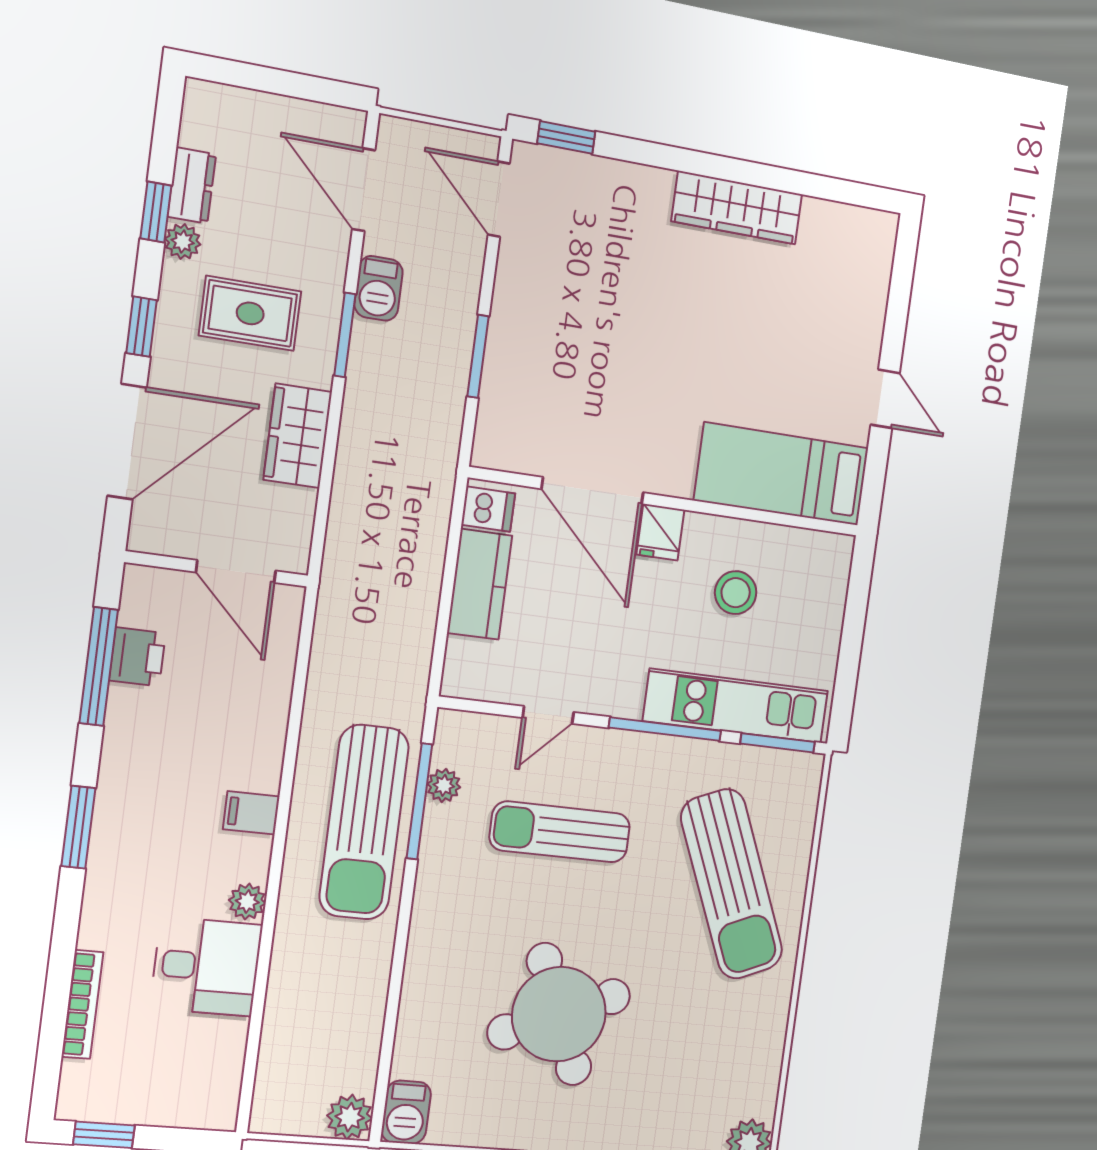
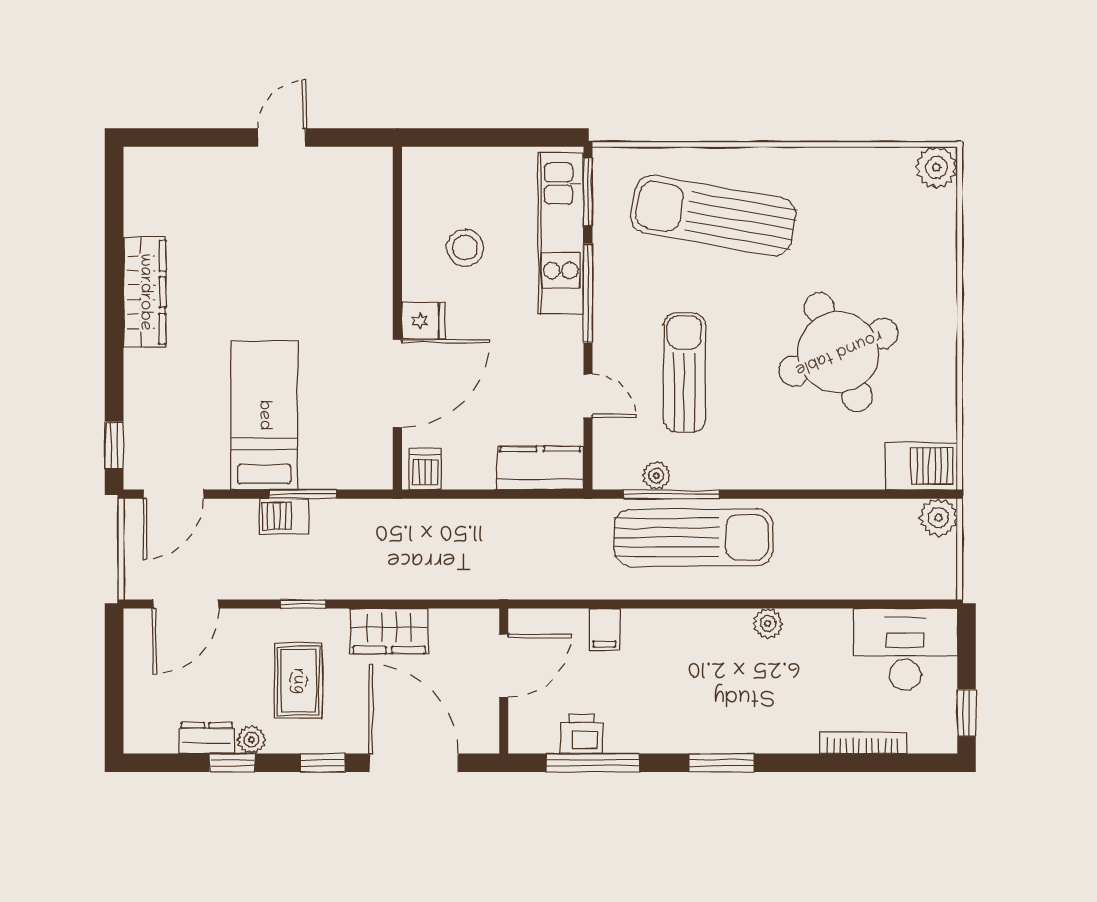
barbecue: (379, 288) -> (284, 516), moved, turned 180
window: (345, 335) -> (303, 604), width x0.67
bed: (782, 474) -> (264, 415), moved, turned 180
kitchen counter: (480, 584) -> (540, 468), moved
filing cabinet: (251, 813) -> (605, 629), moved
sun lounger: (560, 832) -> (684, 372), turned 180
sun lounger: (732, 884) -> (713, 216), turned -147
desk: (206, 967) -> (905, 649), moved, width x1.37
barbecue: (406, 1112) -> (921, 466), width x1.38, depth x1.27

